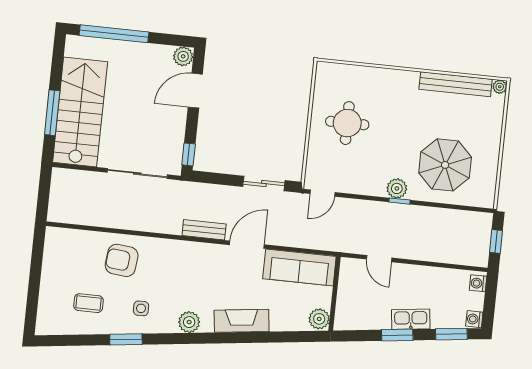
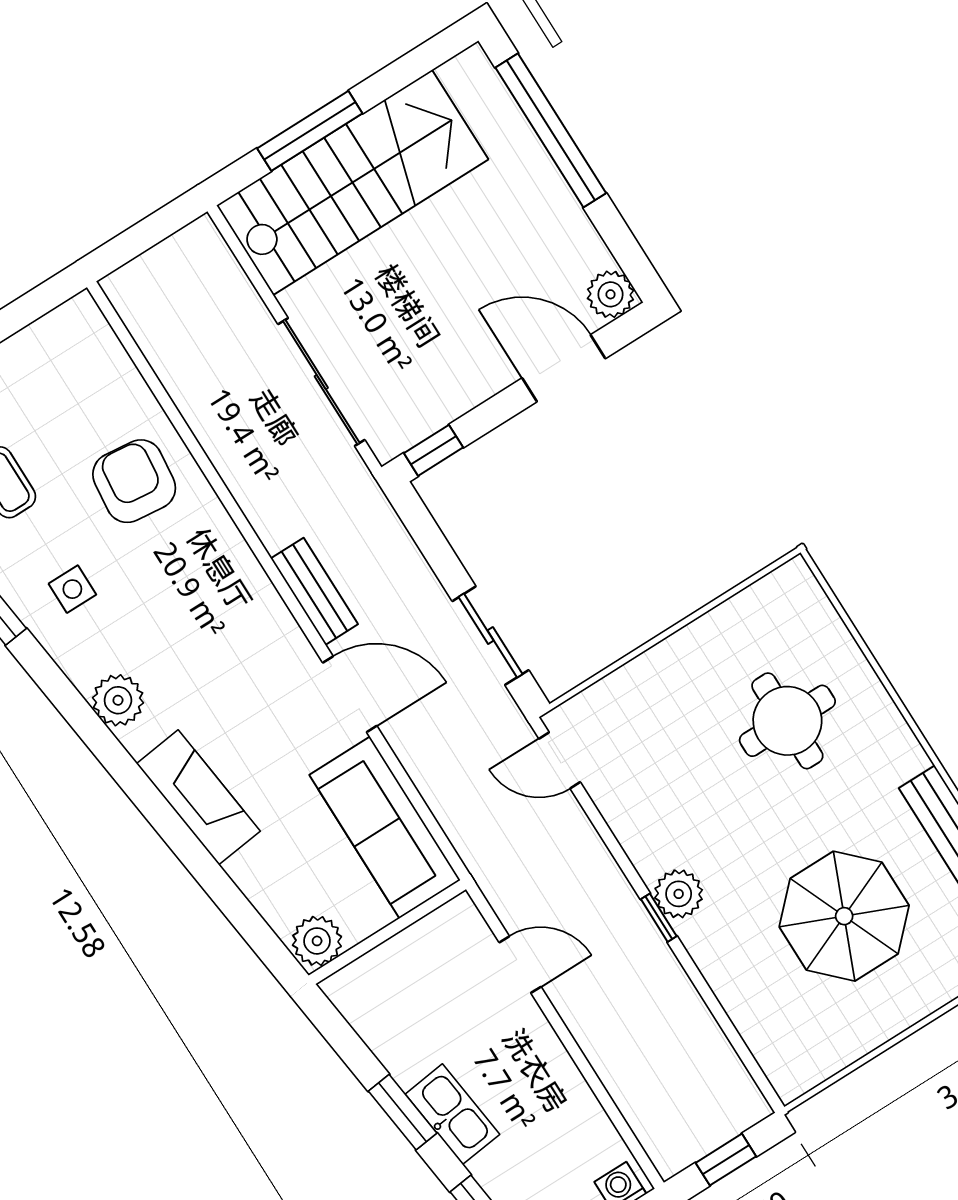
round table: (347, 123) -> (787, 721), moved
parasol: (445, 165) -> (844, 916), moved
door: (379, 259) -> (520, 965), swing flipped

